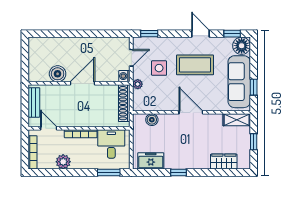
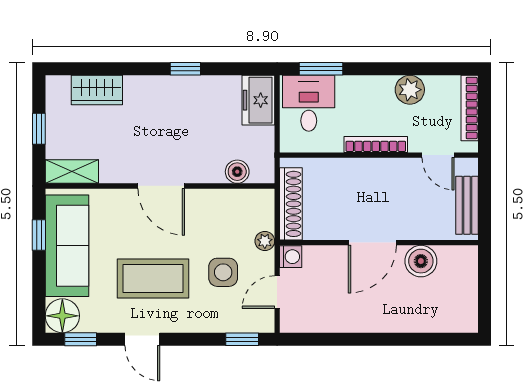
desk: (111, 144) -> (309, 103), moved, turned 180
freezer: (151, 161) -> (258, 100), moved, turned 90

